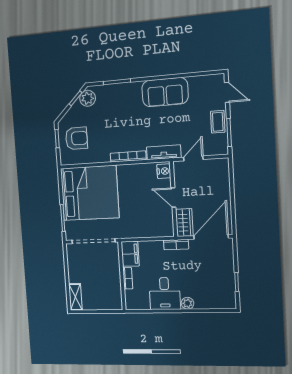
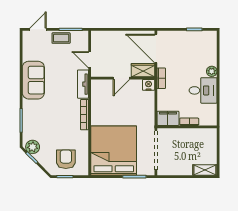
nightstand: (164, 171) -> (149, 85), moved

